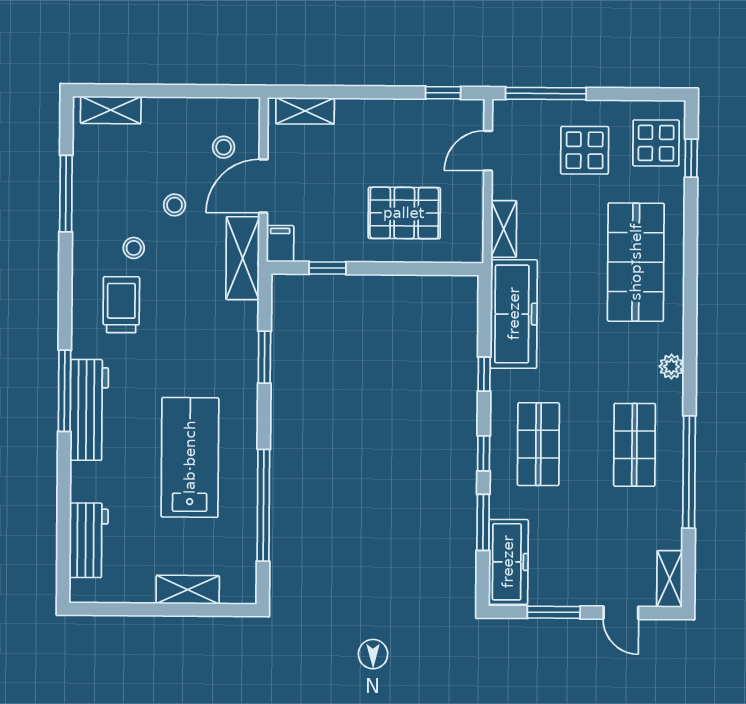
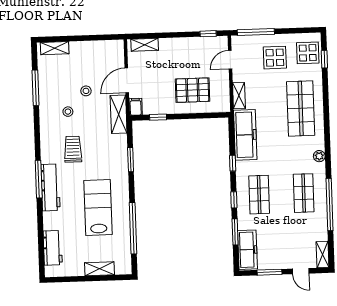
stool: (224, 147) -> (108, 63), removed
trolley: (121, 305) -> (73, 149), moved

